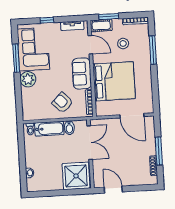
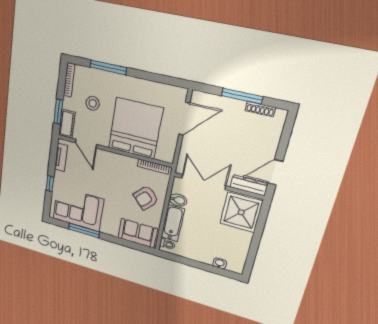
door: (90, 45) -> (86, 144), swing flipped
sofa: (82, 74) -> (138, 233), moved, turned 180
plant: (28, 79) -> (110, 226), removed
dresser: (98, 175) -> (249, 185), added

